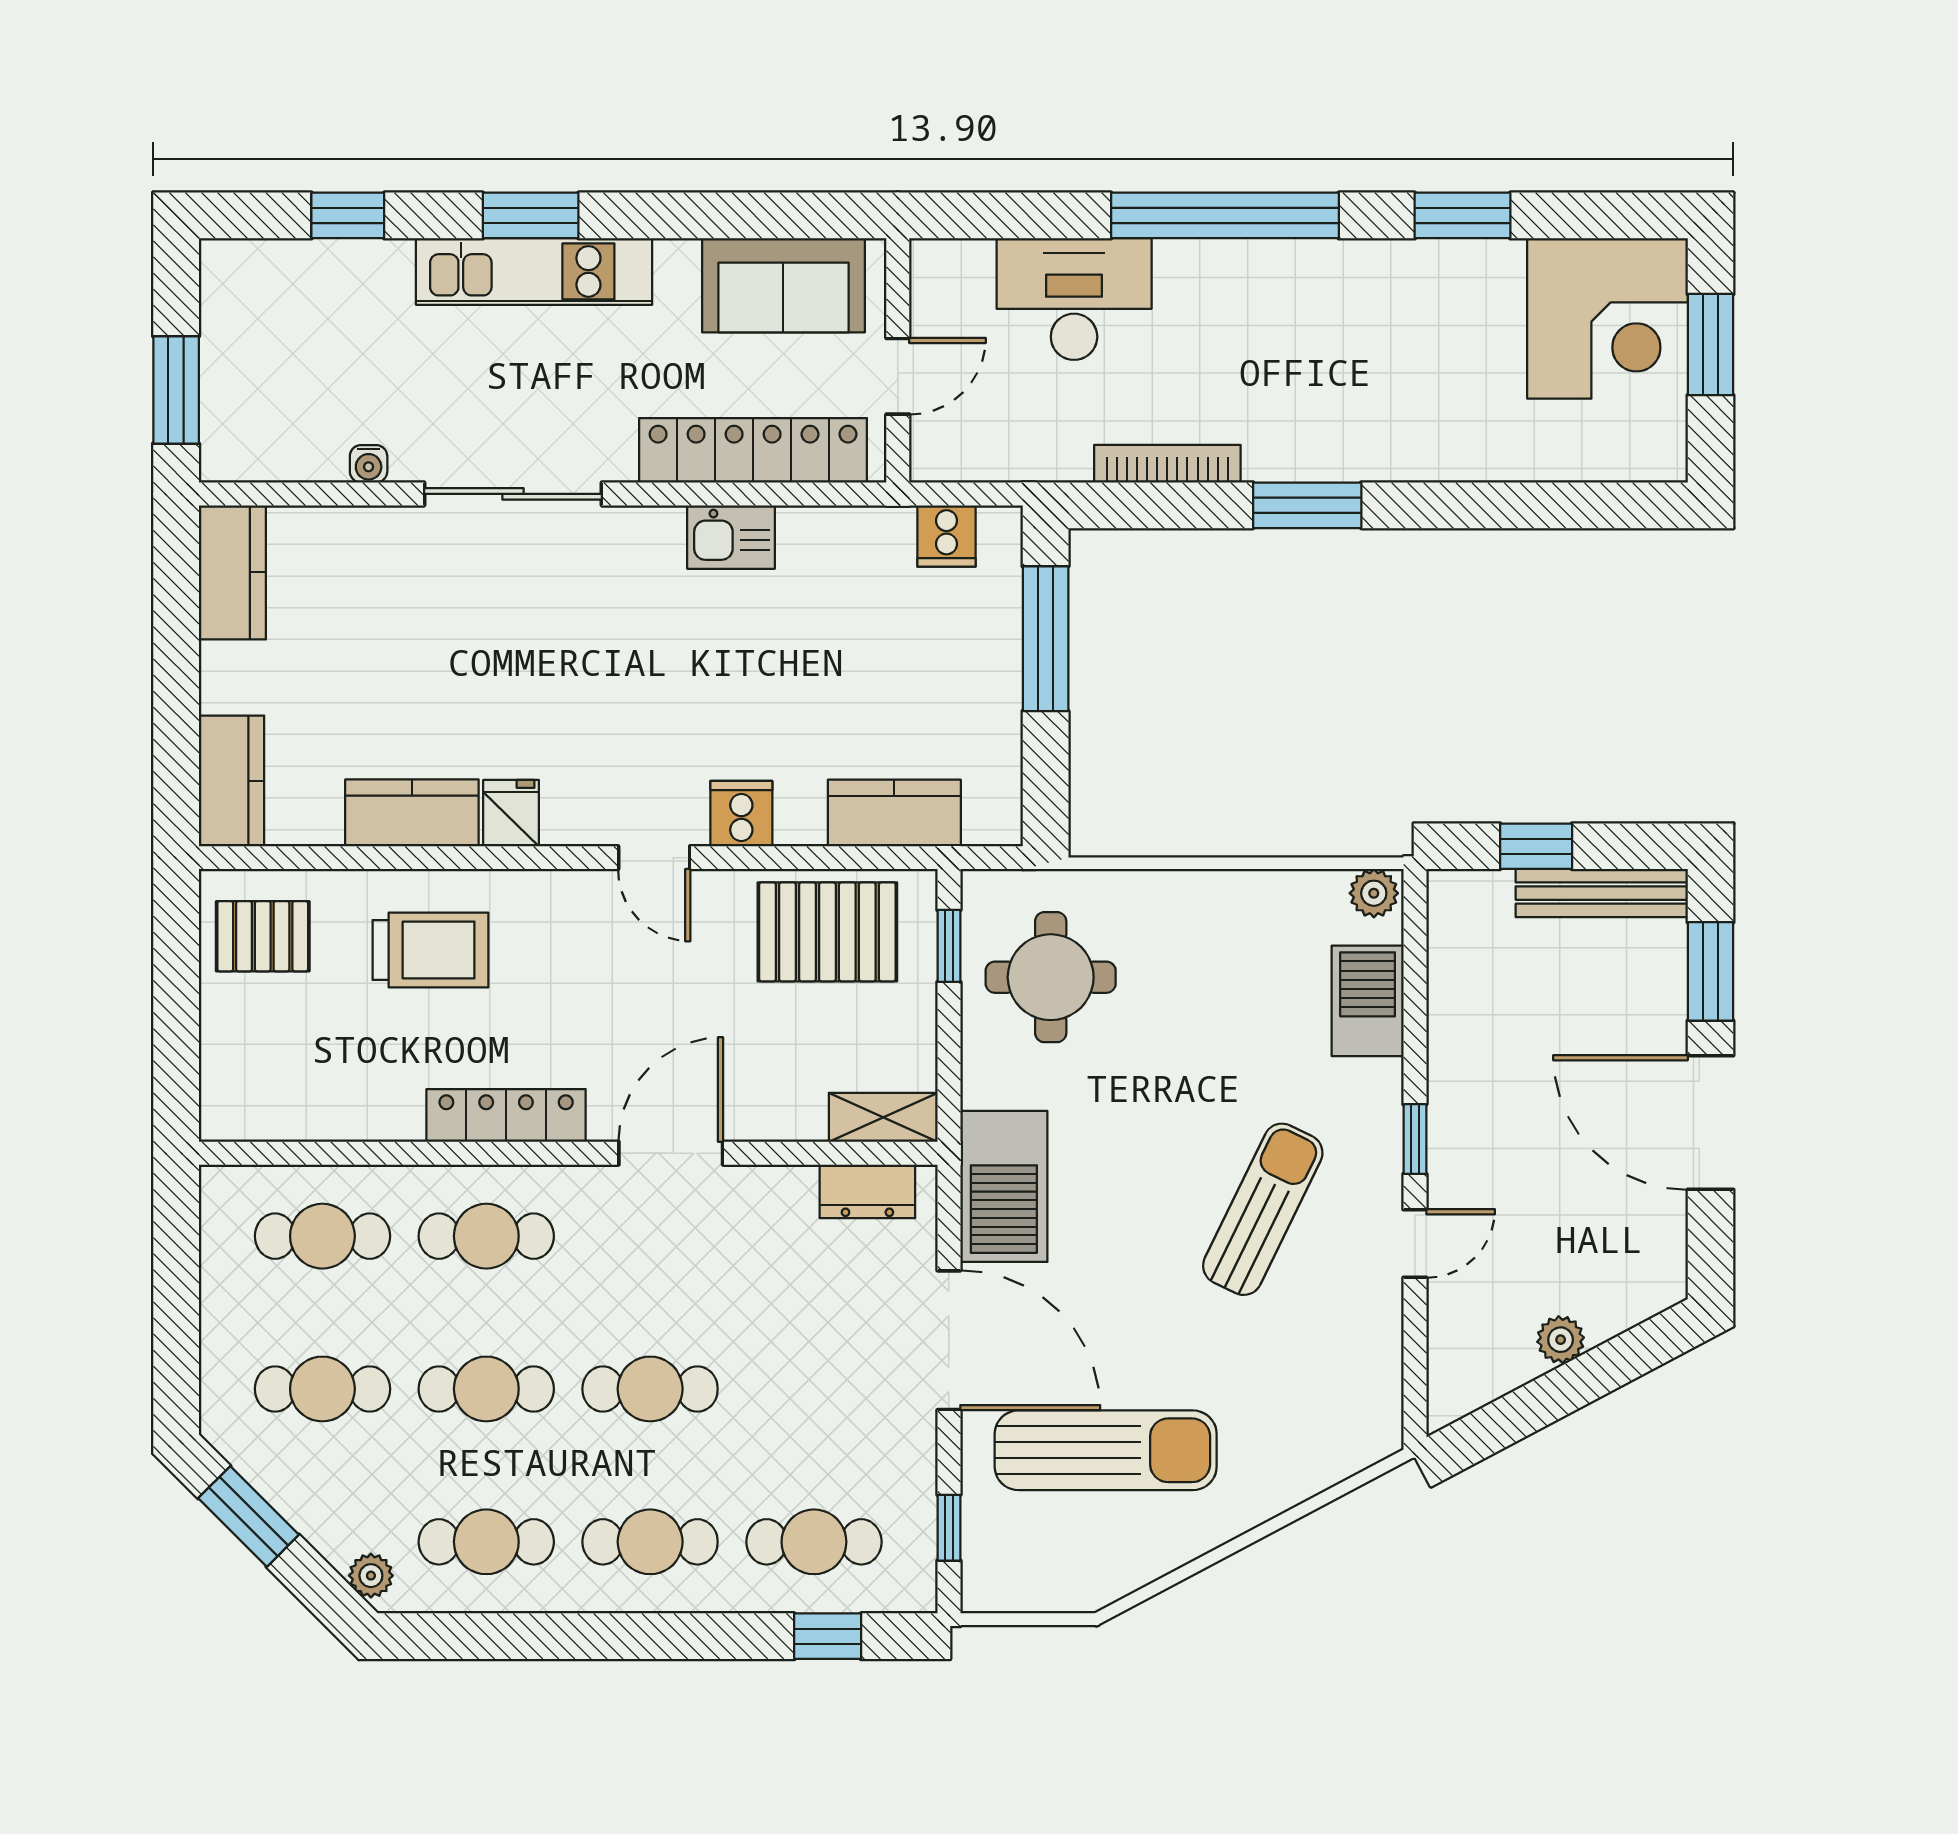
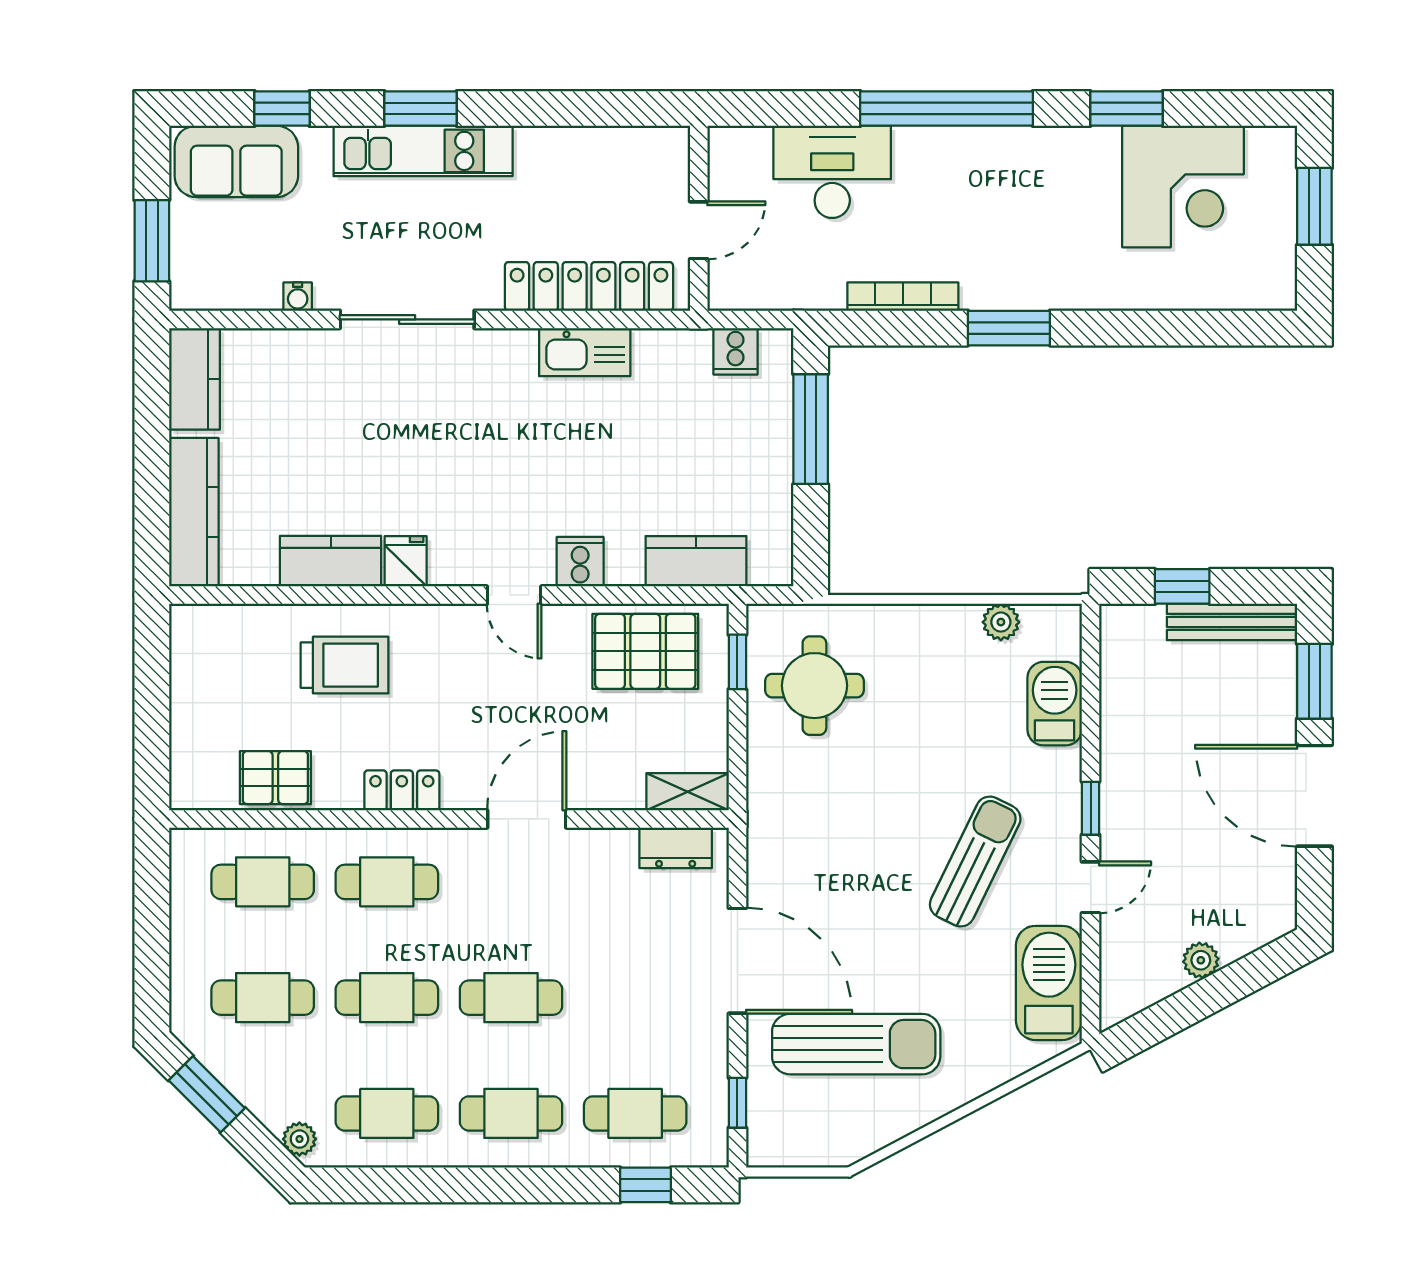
sofa: (783, 285) -> (236, 161), moved
corner desk: (1607, 318) -> (1183, 187), moved
kitchen sink: (731, 537) -> (585, 352), width x1.38
kitchen counter: (231, 781) -> (194, 512), width x1.50
plant: (1374, 893) -> (1001, 622), moved
pallet: (263, 936) -> (275, 778), moved
locker: (506, 1115) -> (402, 790), width x0.66
barbecue: (1004, 1186) -> (1049, 983), moved, turned 180

